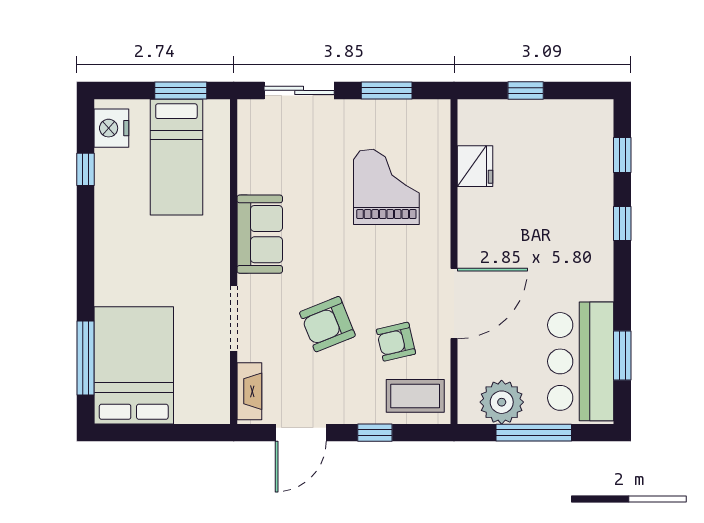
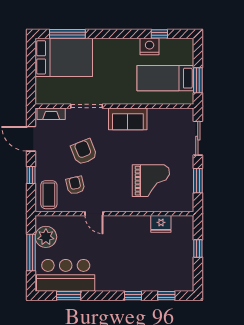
nightstand: (111, 128) -> (150, 46), moved
door: (454, 304) -> (94, 214), width x0.53

